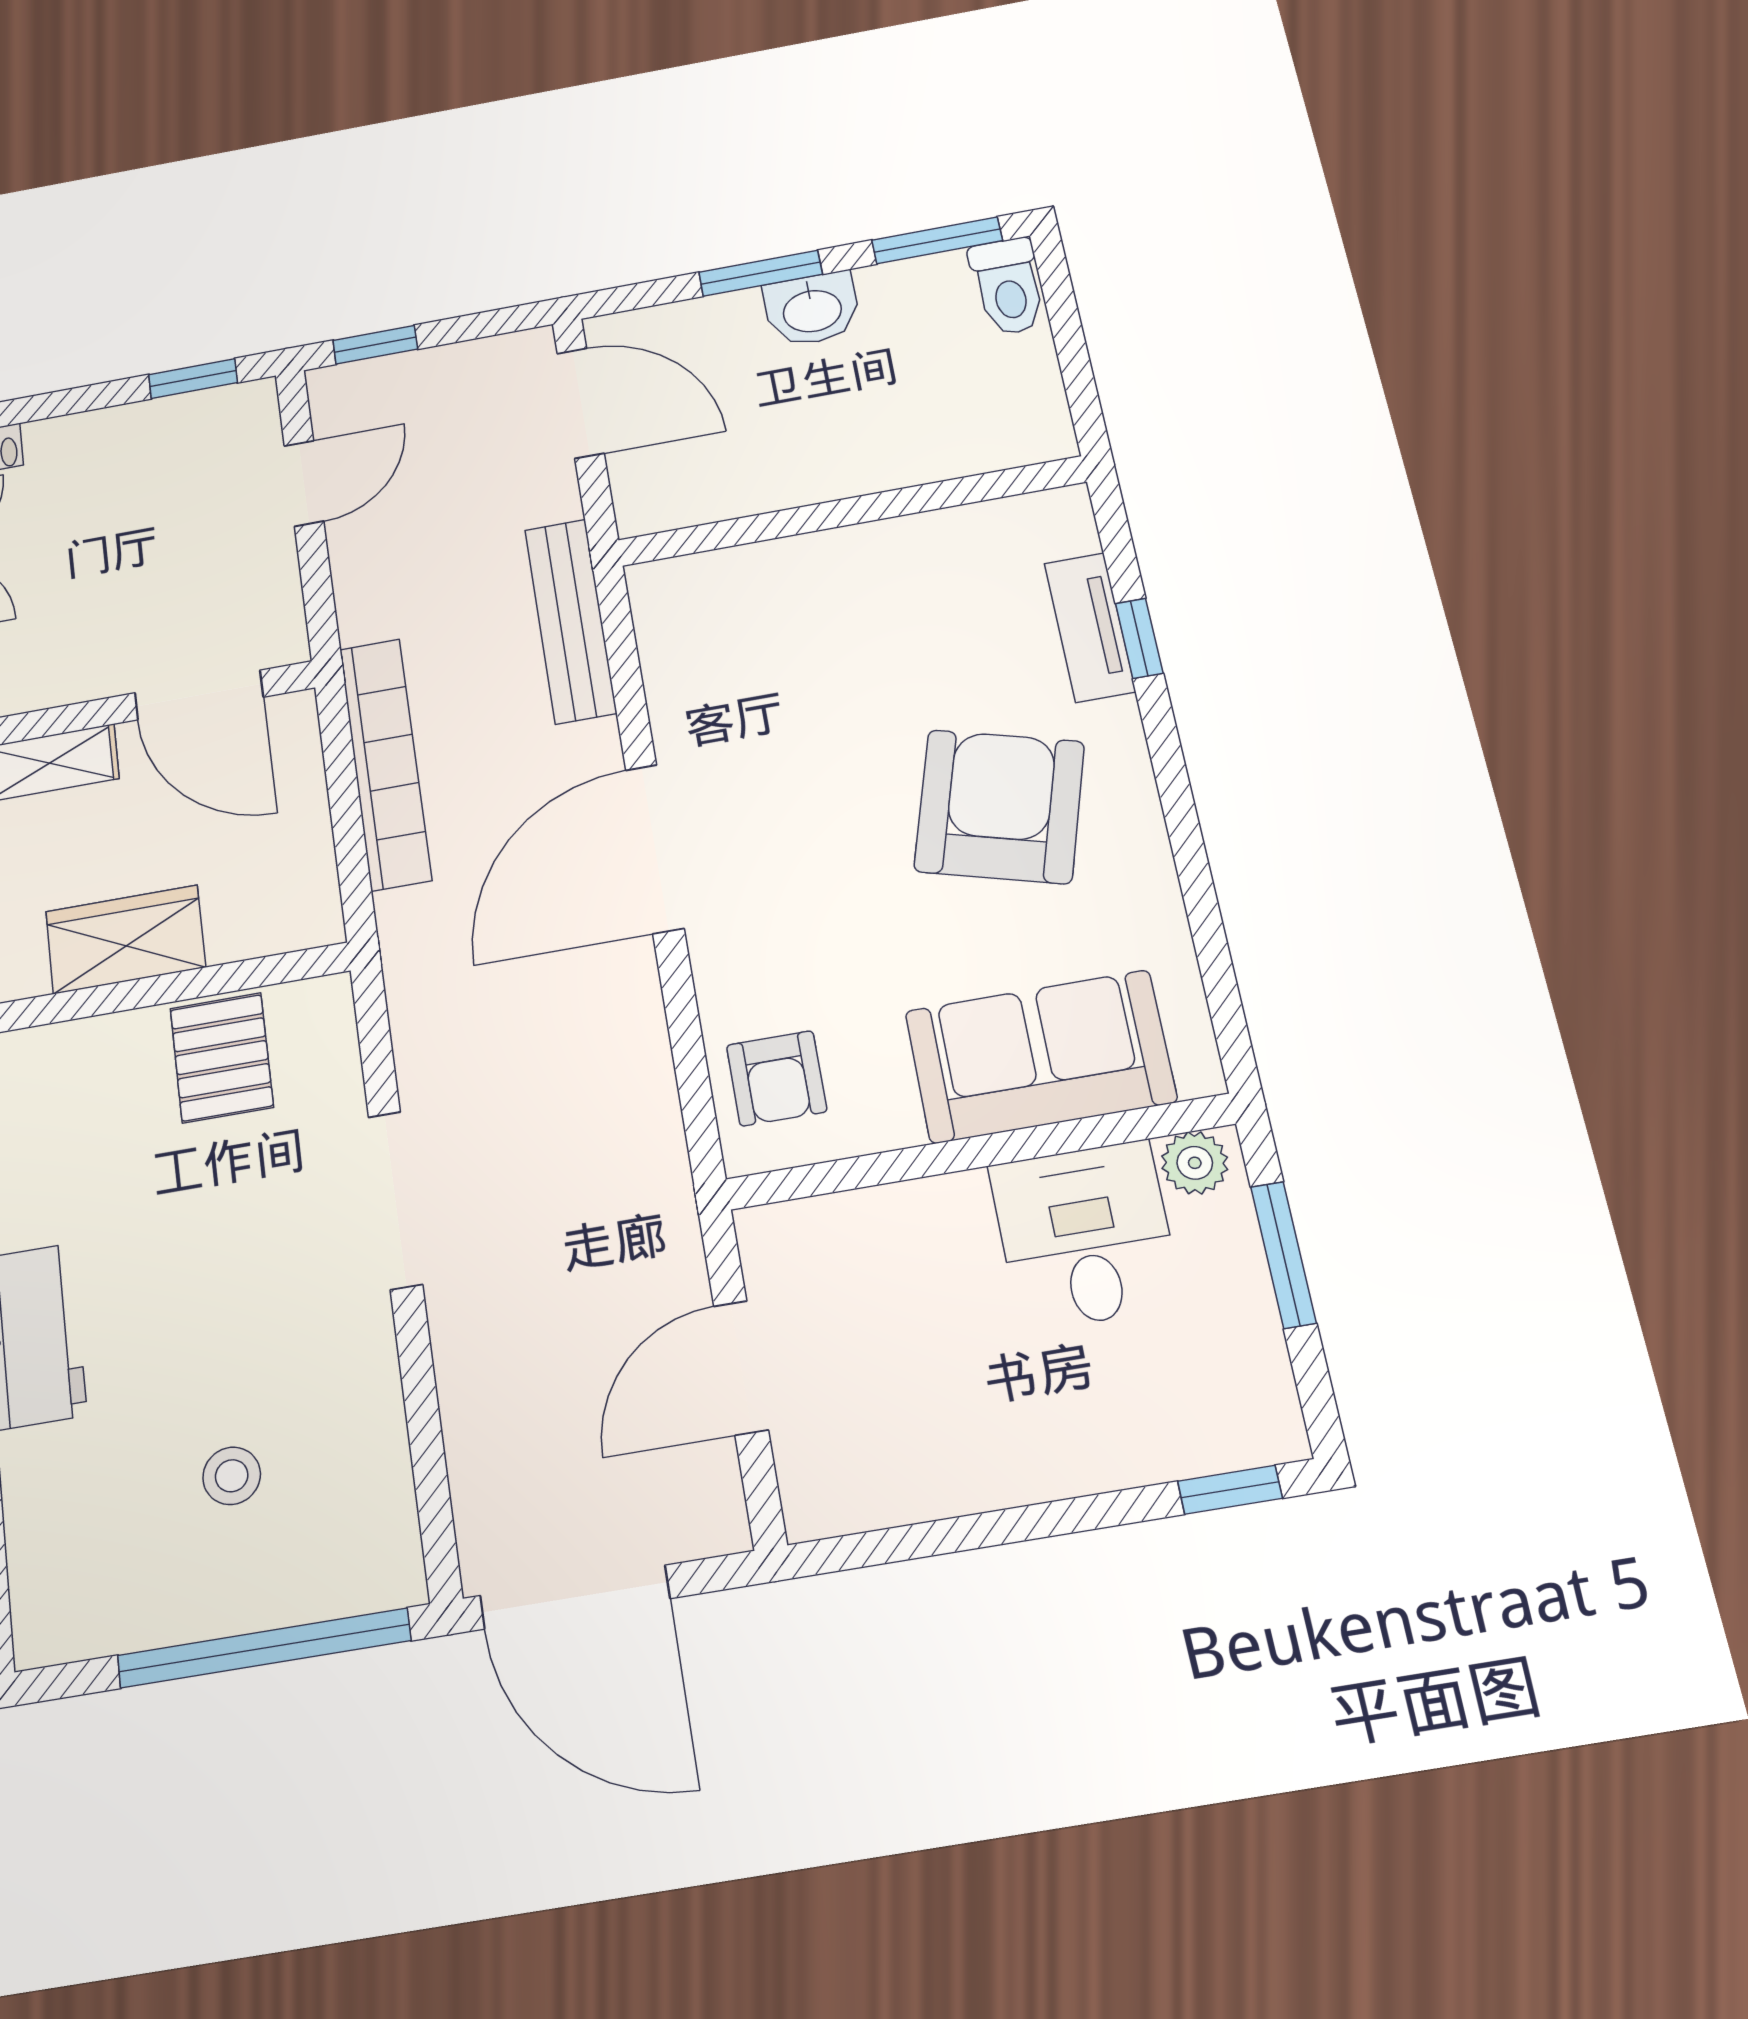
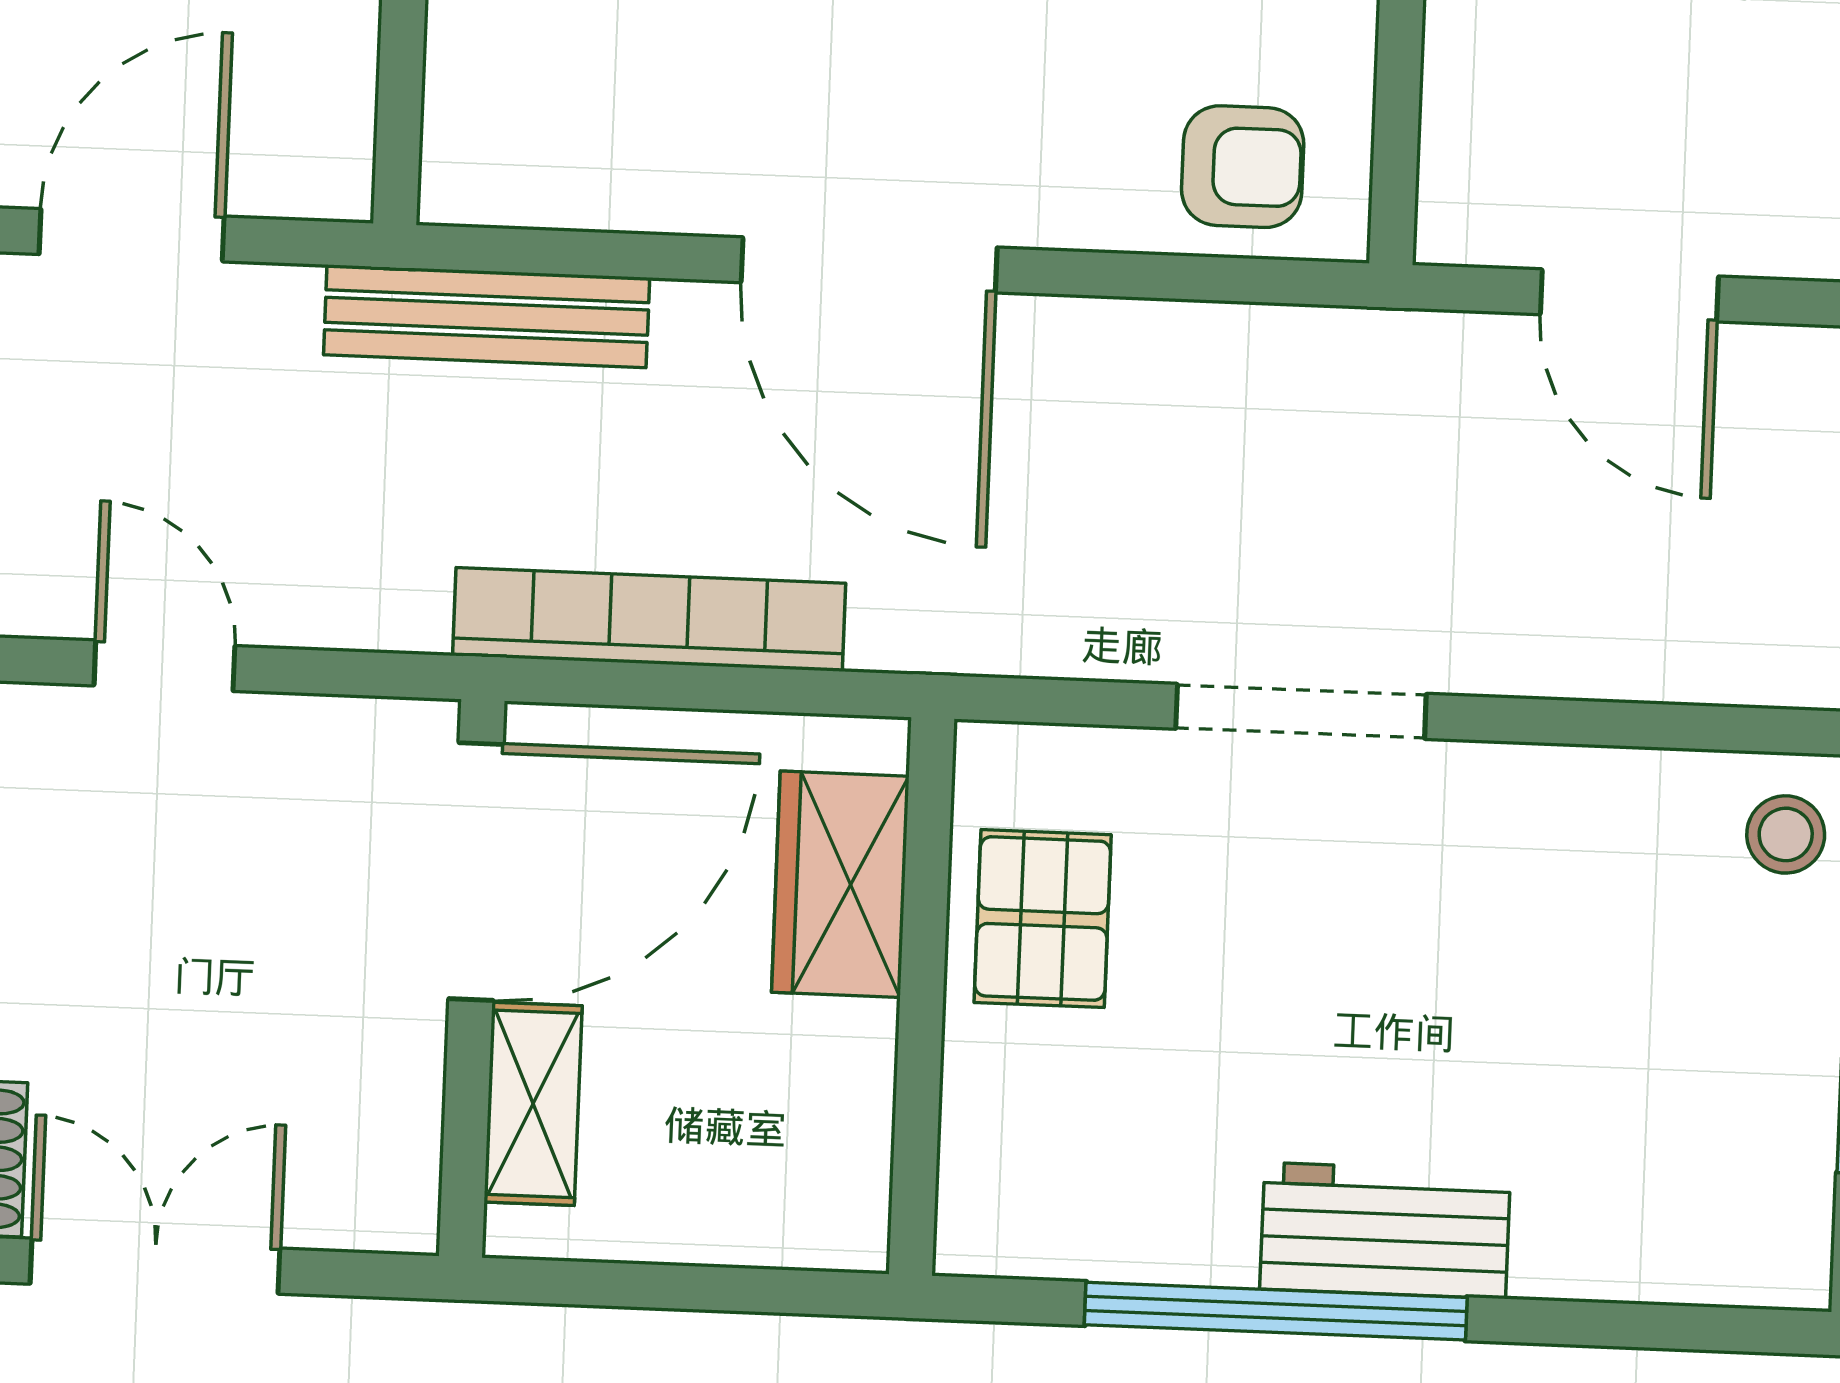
door: (199, 695) -> (476, 871), width x1.36
wardrobe: (126, 939) -> (840, 884), moved
pallet: (222, 1058) -> (1043, 919), turned 90
stool: (232, 1476) -> (1786, 834), moved

